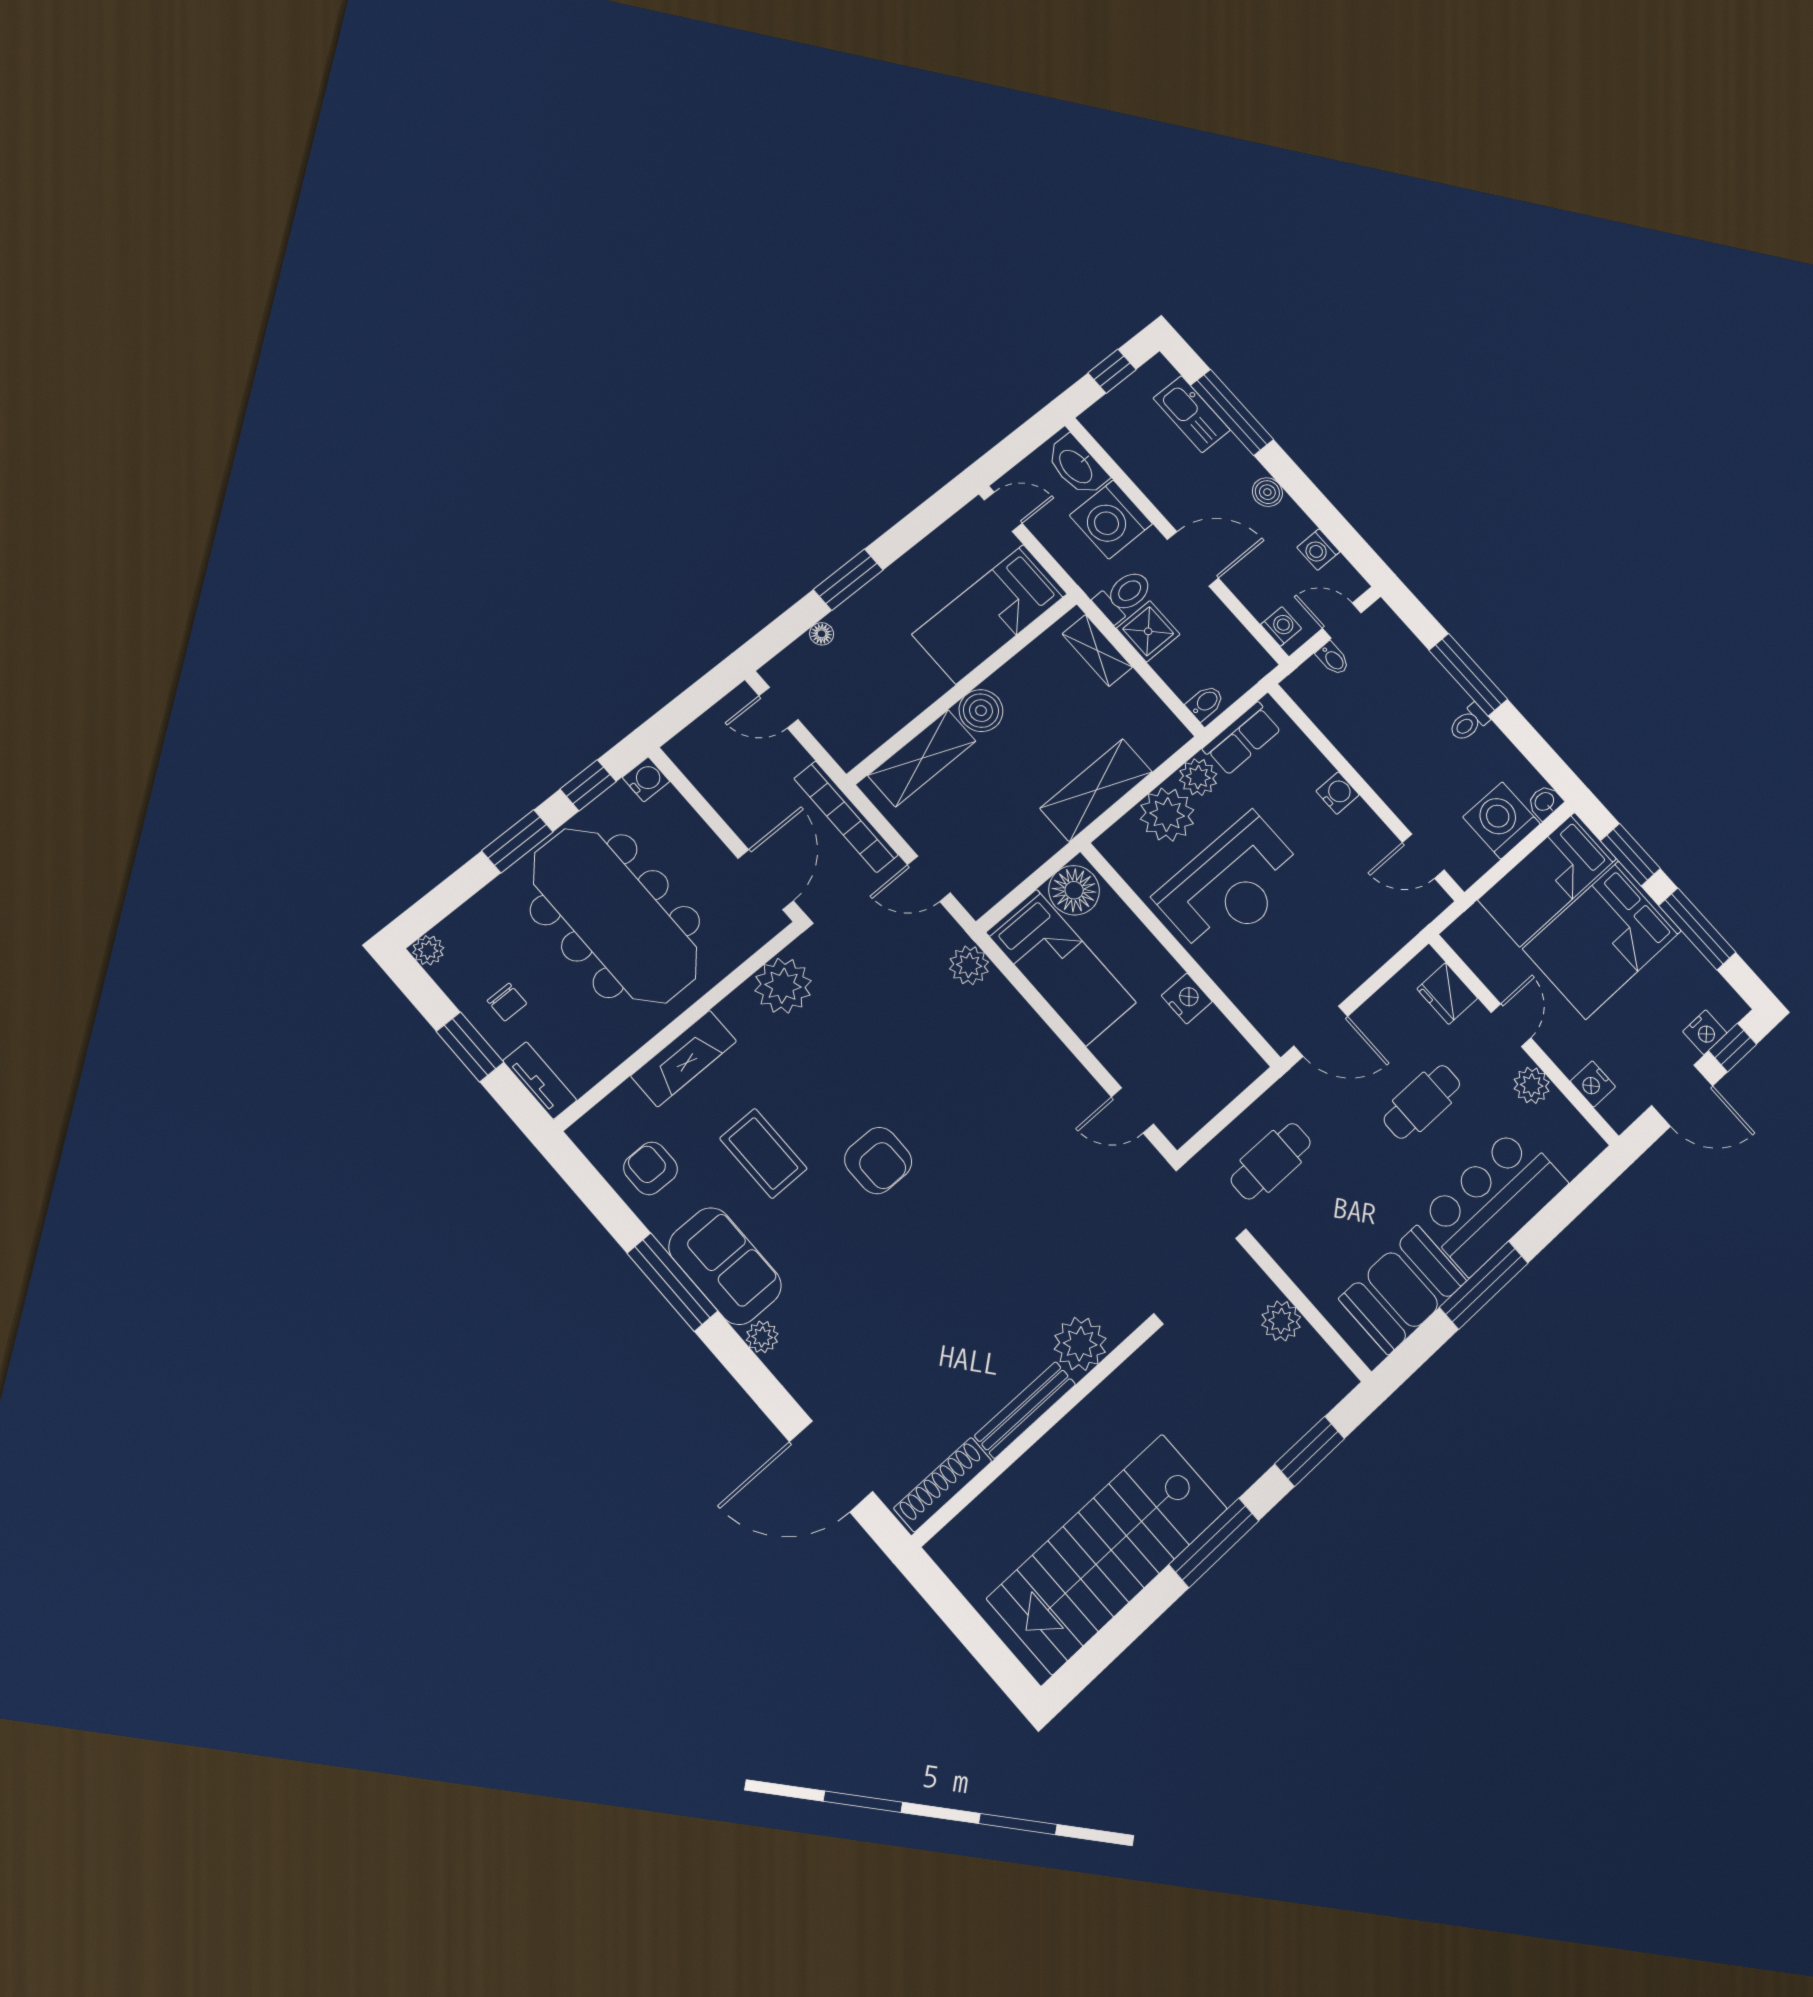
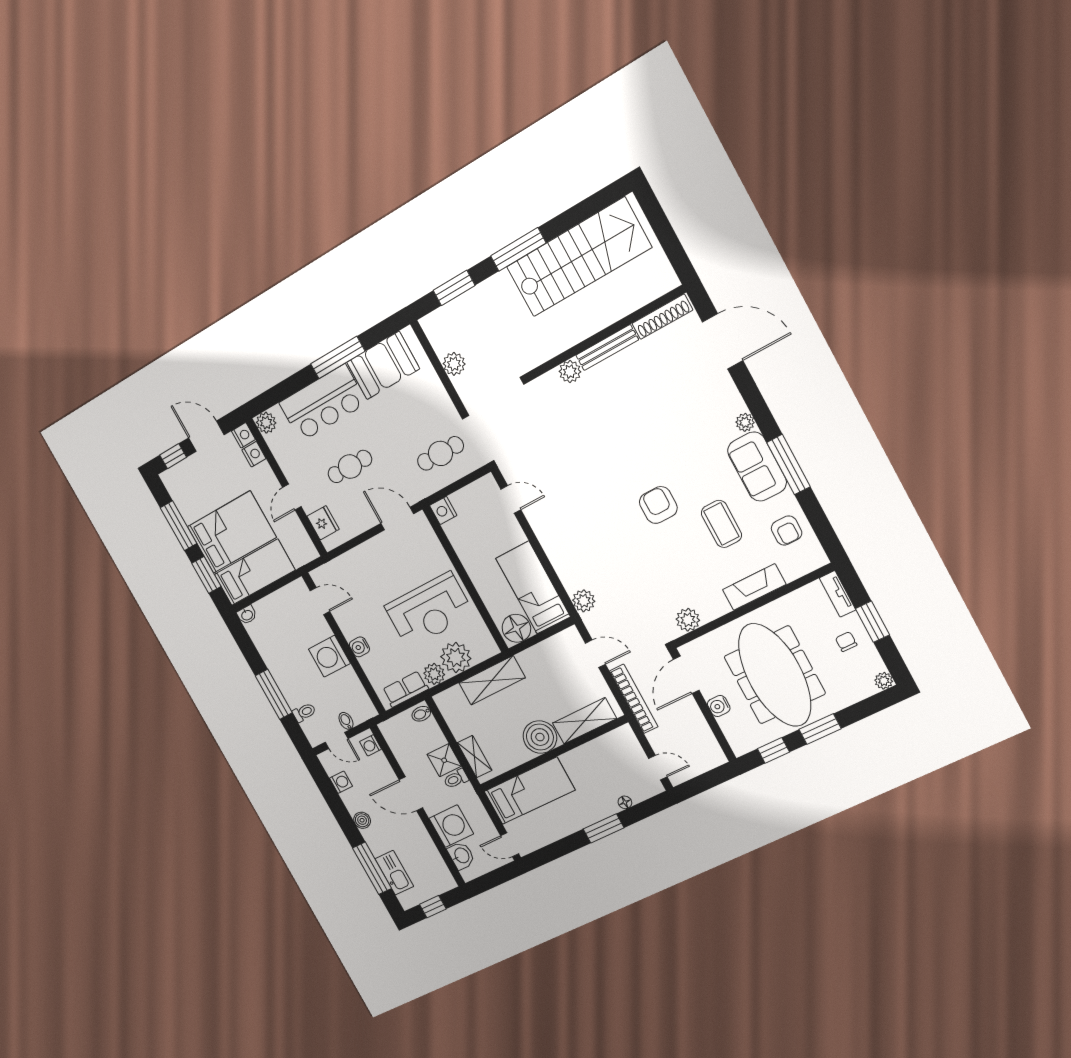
washbasin: (1077, 466) -> (461, 856), width x0.72
toilet: (1124, 596) -> (456, 779), width x0.73, depth x0.72
boiler: (981, 711) -> (540, 737), width x1.37, depth x1.37
toilet: (1469, 723) -> (304, 712), moved
water cooler: (646, 779) -> (719, 706), moved
washing machine: (1502, 820) -> (329, 656), moved, turned 90
reception desk: (1231, 885) -> (429, 610), turned 180
plant: (783, 986) -> (688, 620), width x0.73, depth x0.73
nightstand: (1187, 999) -> (443, 510), moved
nightstand: (1705, 1032) -> (243, 435), moved, turned 90
plant: (1532, 1085) -> (266, 423), moved
plant: (1080, 1344) -> (570, 372), width x0.73, depth x0.73

